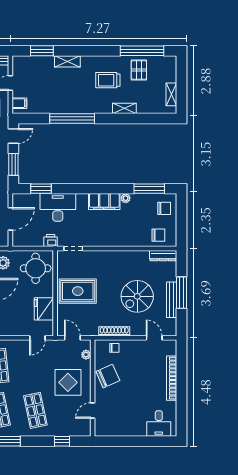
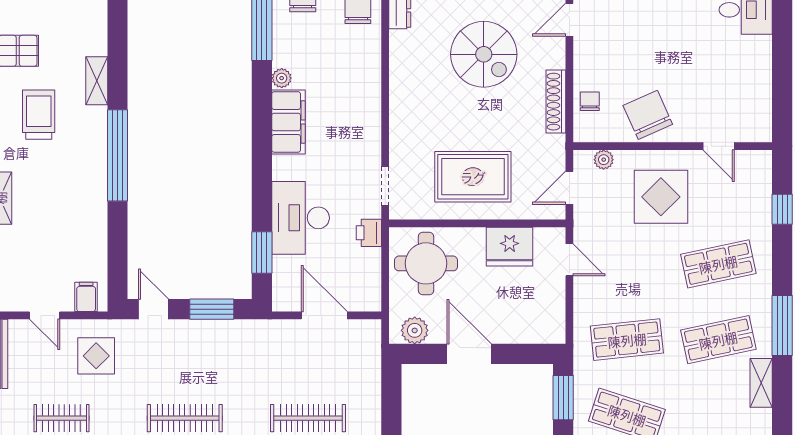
trolley: (108, 80) -> (39, 115), turned 180
window: (72, 118) -> (118, 155), moved
rug: (78, 291) -> (473, 177), turned 90

